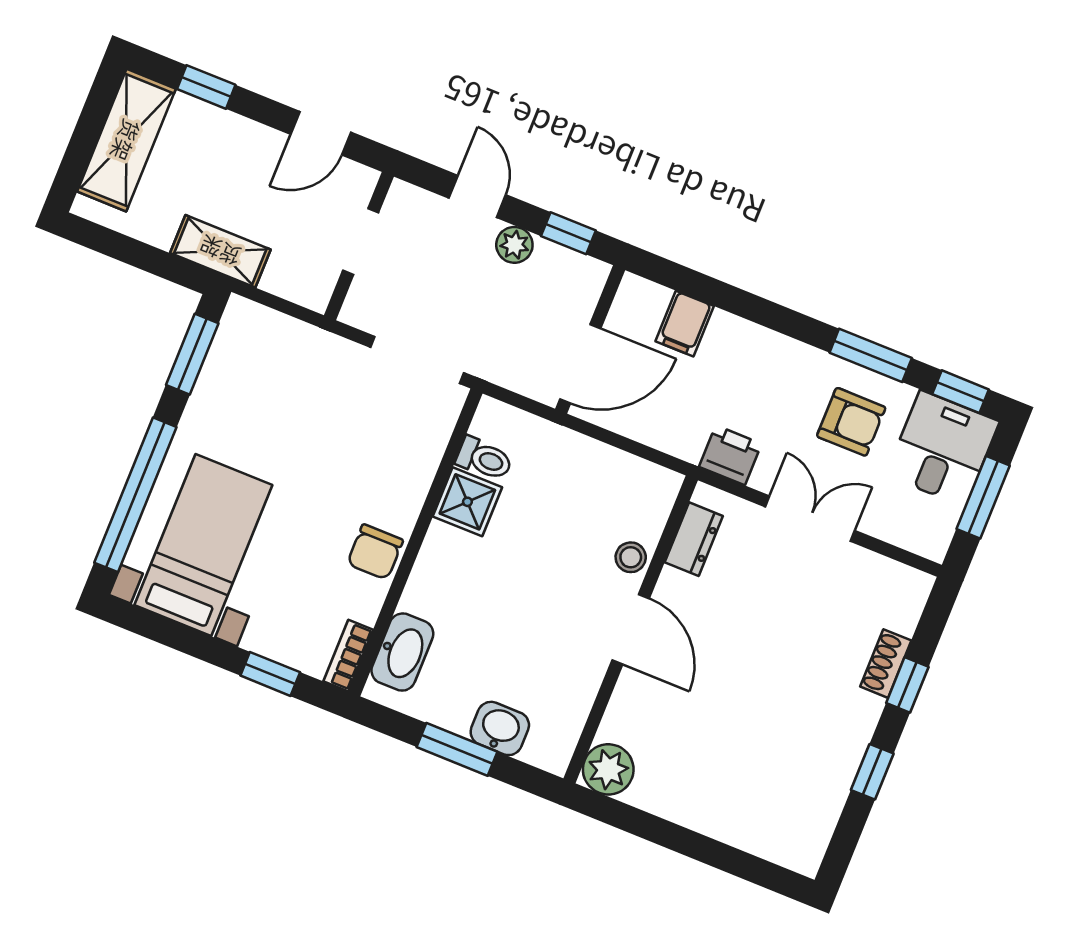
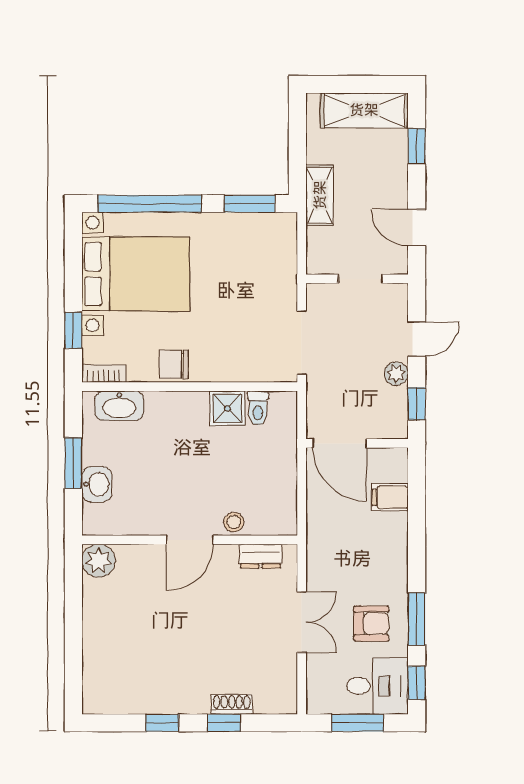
armchair: (851, 422) -> (371, 623), turned -90
printer: (730, 455) -> (321, 558), removed
bed with nightstands: (203, 545) -> (136, 274), width x1.36

